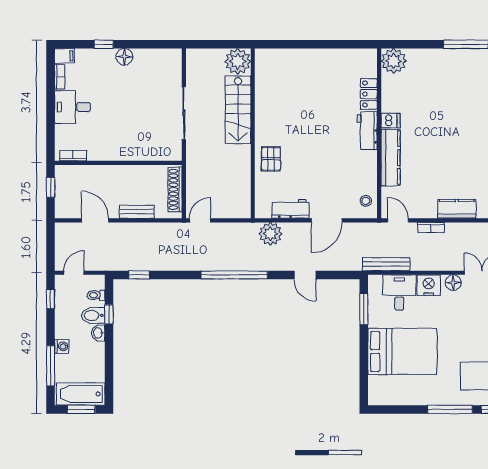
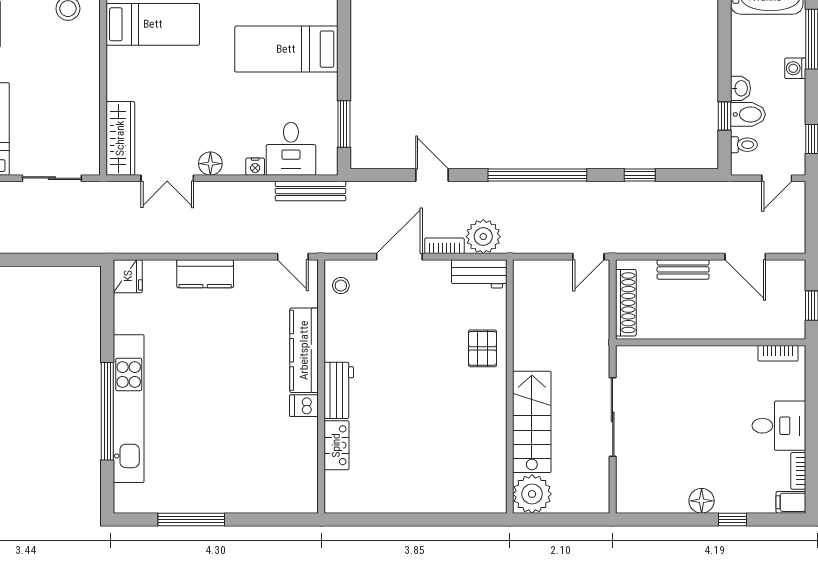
plant: (394, 61) -> (299, 495), removed
workbench: (291, 209) -> (479, 274), moved
bookcase: (431, 228) -> (444, 246), moved
window: (139, 275) -> (640, 175), moved
nightstand: (429, 285) -> (255, 167), width x0.53, depth x0.56
bed: (402, 351) -> (286, 49), width x0.67

